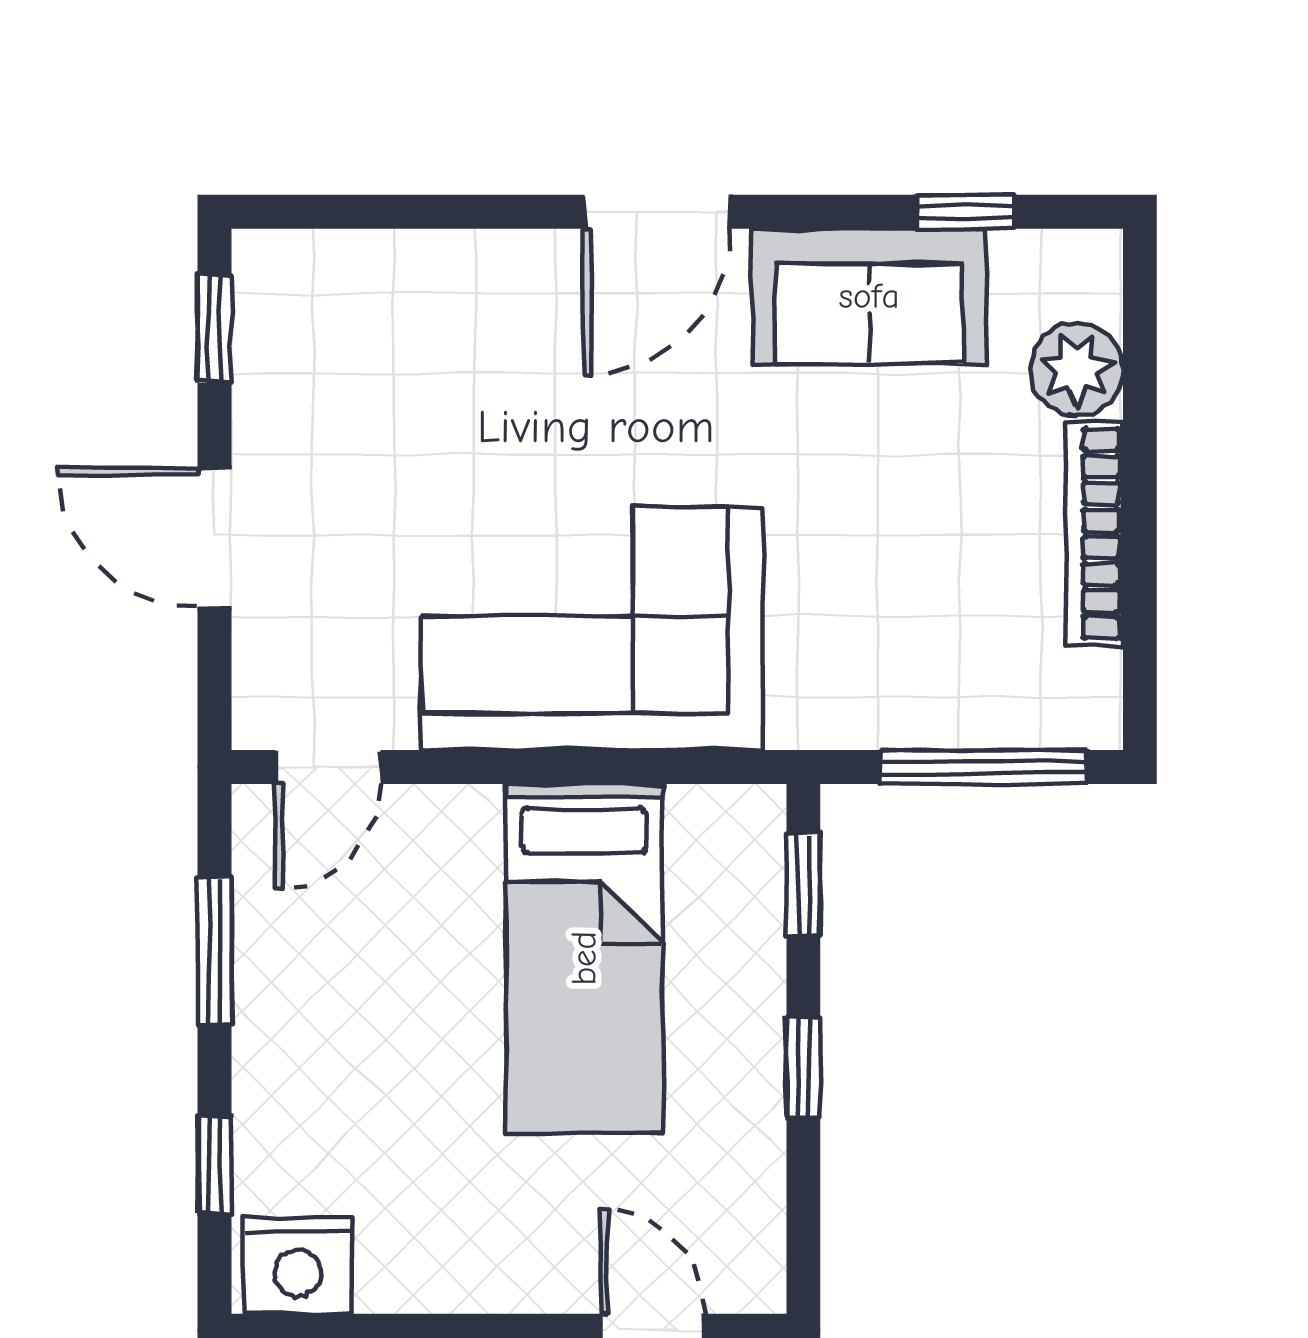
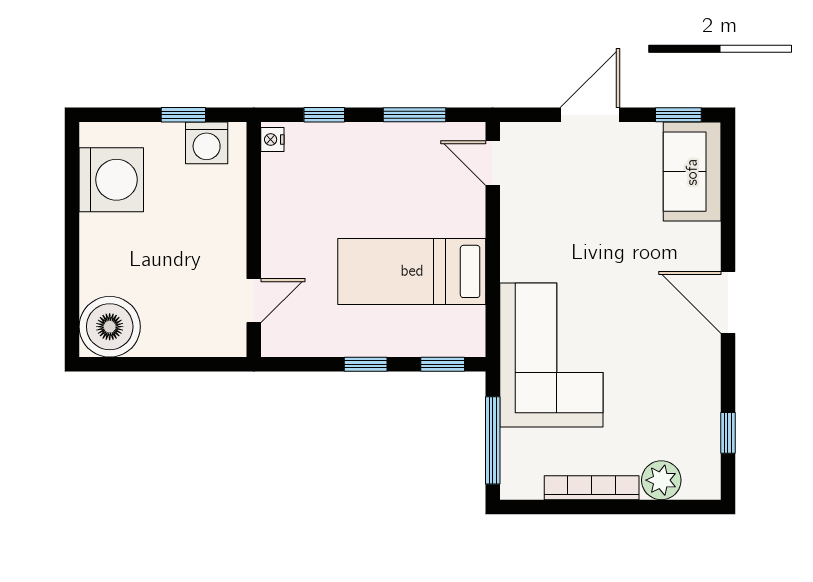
sofa: (869, 296) -> (692, 172), moved
corner sofa: (592, 629) -> (551, 355), moved
nightstand: (298, 1265) -> (272, 139), width x0.53, depth x0.56

